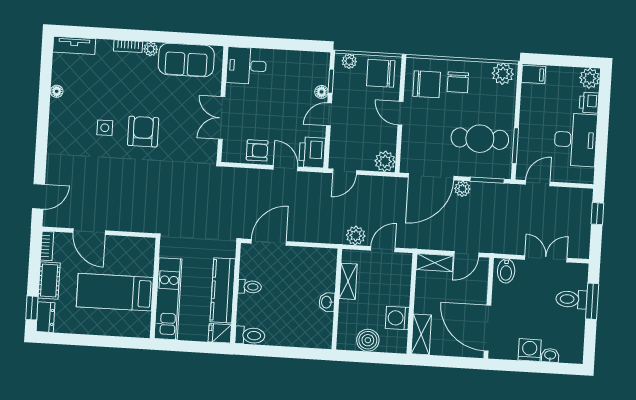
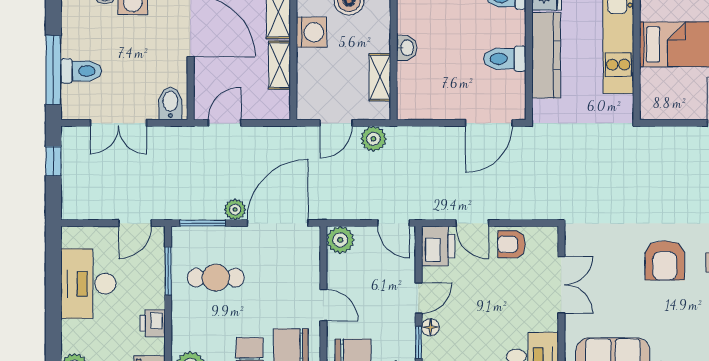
printer: (589, 103) -> (153, 323), moved, turned 180
cafe table: (480, 139) -> (216, 278), width x0.73, depth x0.74
door: (345, 172) -> (393, 223), swing flipped
window: (597, 214) -> (53, 161), moved
shelving: (435, 263) -> (279, 65), moved, turned 90
toilet: (250, 287) -> (505, 59), width x1.37, depth x1.39
window: (592, 301) -> (53, 70), width x1.44

